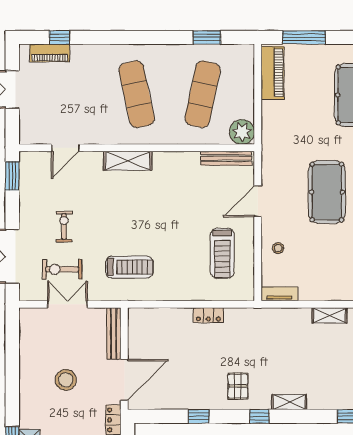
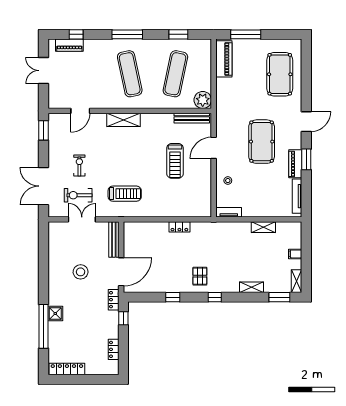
window: (133, 37) -> (127, 34), added
treadmill: (222, 253) -> (175, 161), moved
shelving: (289, 402) -> (251, 287), moved

